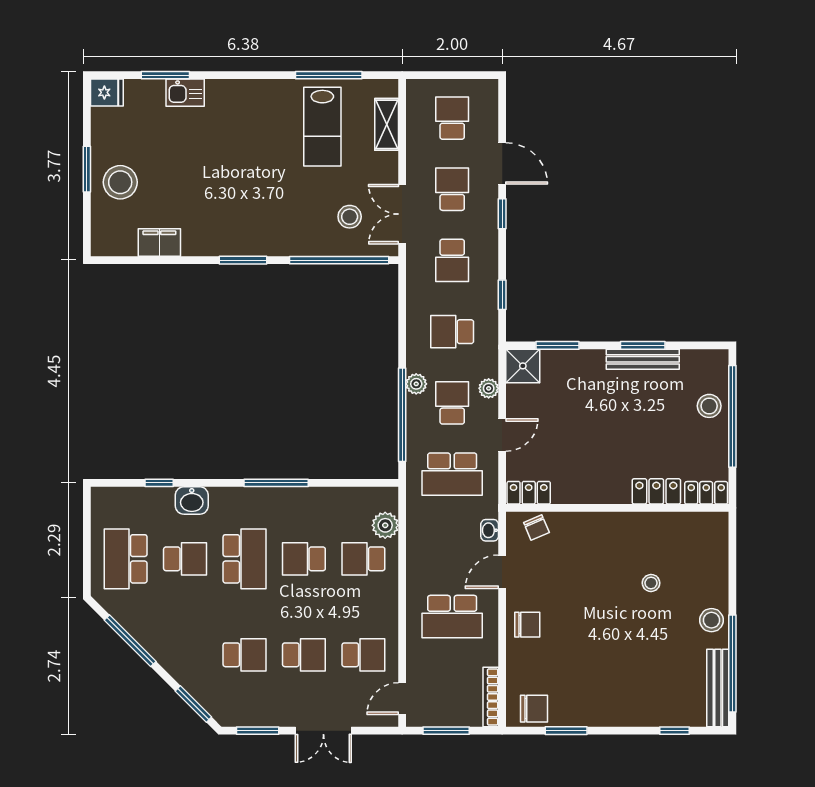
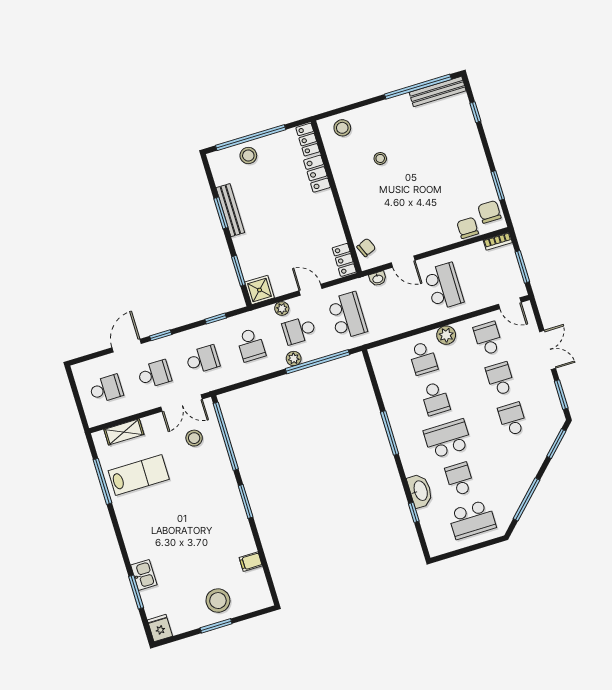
school desk: (452, 118) -> (106, 389), turned 180
school desk: (452, 189) -> (154, 374), turned 180
filing cabinet: (159, 243) -> (251, 562), width x0.50
washbasin: (192, 500) -> (420, 491), width x1.38
plant: (385, 525) -> (446, 335), moved
stool: (711, 620) -> (342, 128), moved
chair: (527, 625) -> (468, 228), moved
bookcase: (491, 697) -> (498, 241), width x0.64

